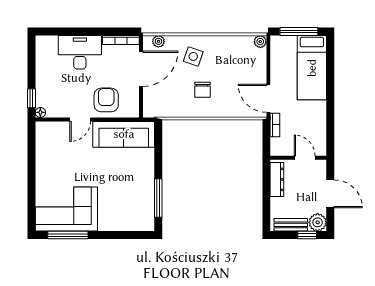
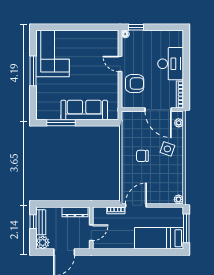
sofa: (124, 134) -> (84, 110), moved, turned 90
window: (68, 235) -> (33, 71), moved
window: (307, 235) -> (33, 222), moved

